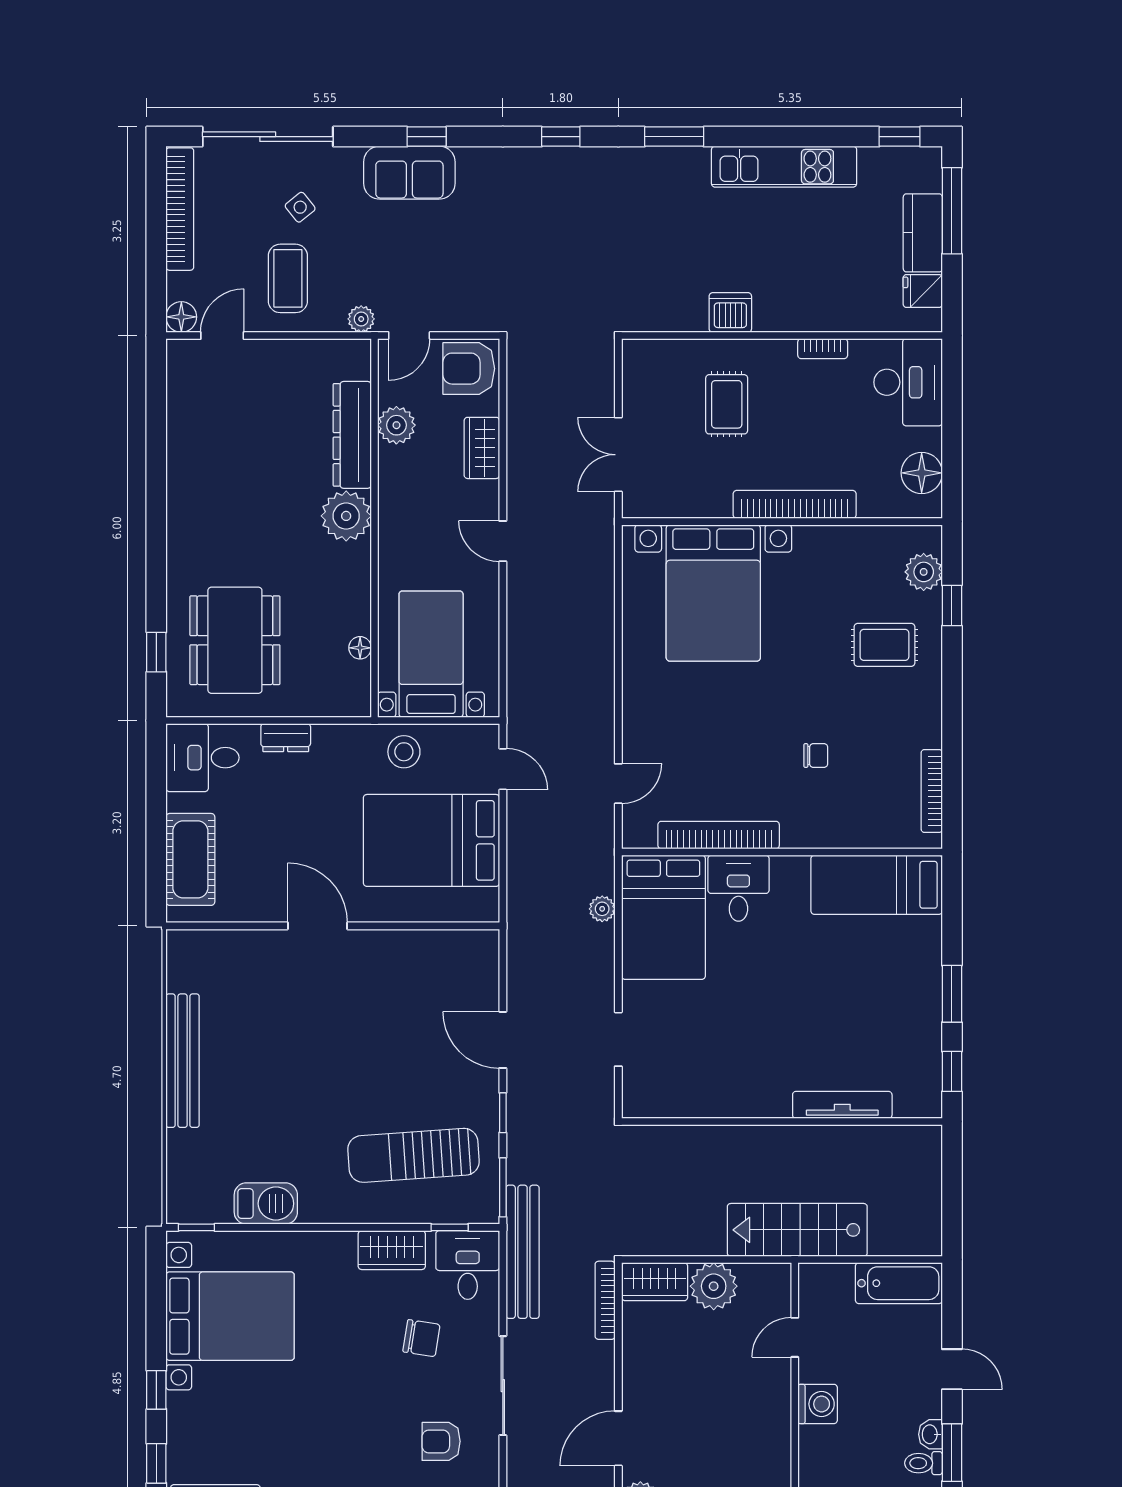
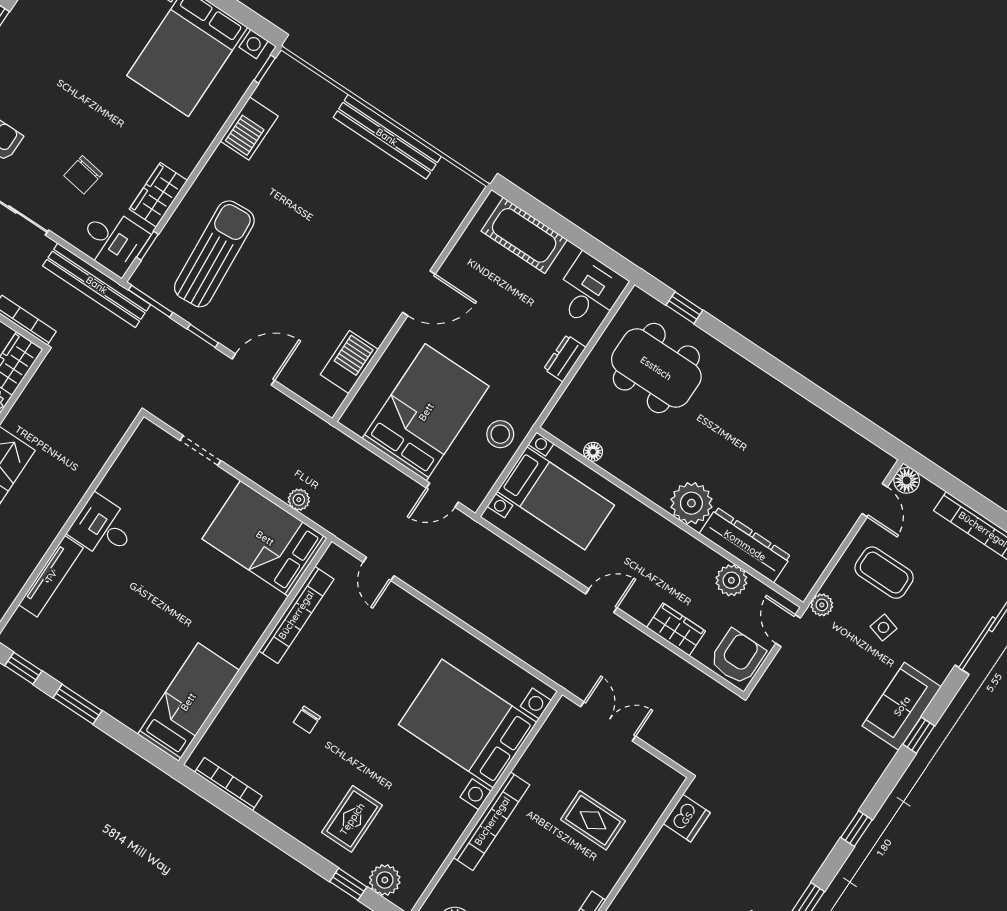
side table: (300, 207) -> (883, 627), moved, turned -35
dishwasher: (730, 312) -> (687, 818), moved
desk: (738, 888) -> (103, 528), moved, turned 180
barbecue: (432, 950) -> (349, 362), added

